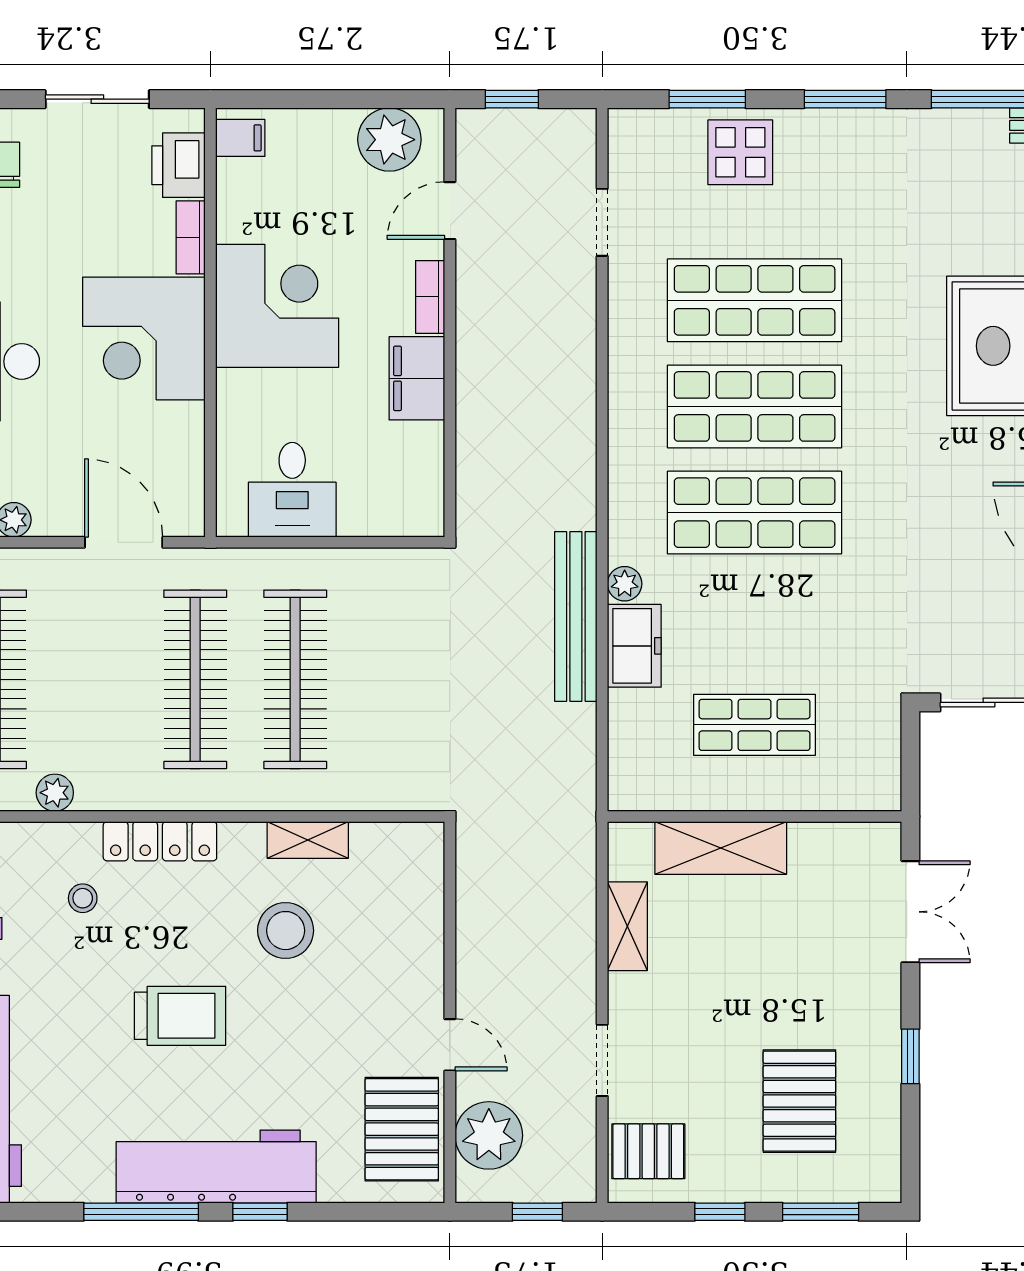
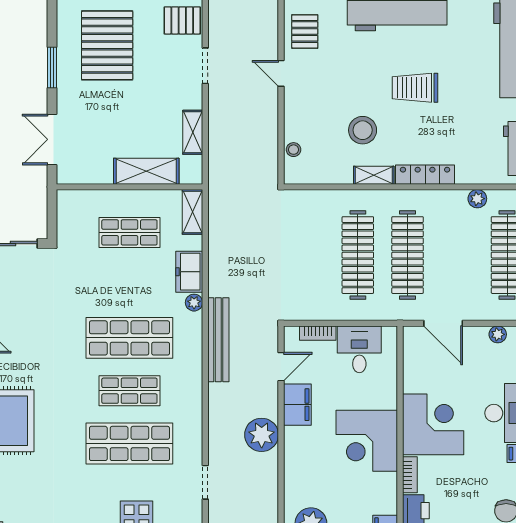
door: (450, 211) -> (281, 367), moved
bookcase: (430, 297) -> (318, 333), moved, turned 90
shop shelf: (755, 406) -> (129, 391), width x0.70, depth x0.74
bench: (576, 616) -> (218, 340), moved
shelving: (628, 766) -> (192, 212), added
shelving: (308, 840) -> (374, 175), moved
stool: (83, 898) -> (294, 150), moved
window: (910, 1056) -> (52, 68), width x1.50
pallet: (799, 1101) -> (107, 45), width x1.37, depth x1.41
pallet: (402, 1129) -> (305, 31), width x0.67, depth x0.71
plant: (489, 1135) -> (262, 435), moved

